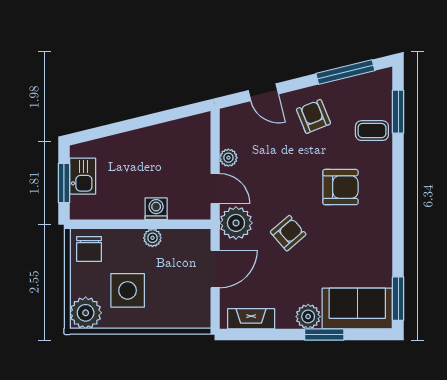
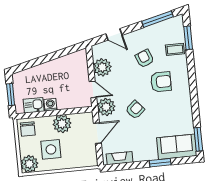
armchair: (313, 116) -> (145, 58), moved
plant: (228, 158) -> (102, 67), width x1.88, depth x1.88
kitchen sink: (83, 176) -> (34, 105), moved, turned -90
washing machine: (156, 209) -> (50, 105), moved
plant: (152, 238) -> (62, 124), width x1.88, depth x1.88
plant: (308, 317) -> (150, 154), removed

